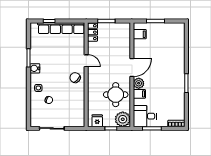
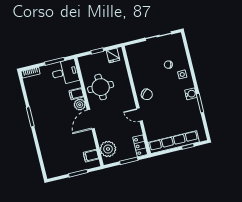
plant: (123, 119) -> (108, 149), moved

